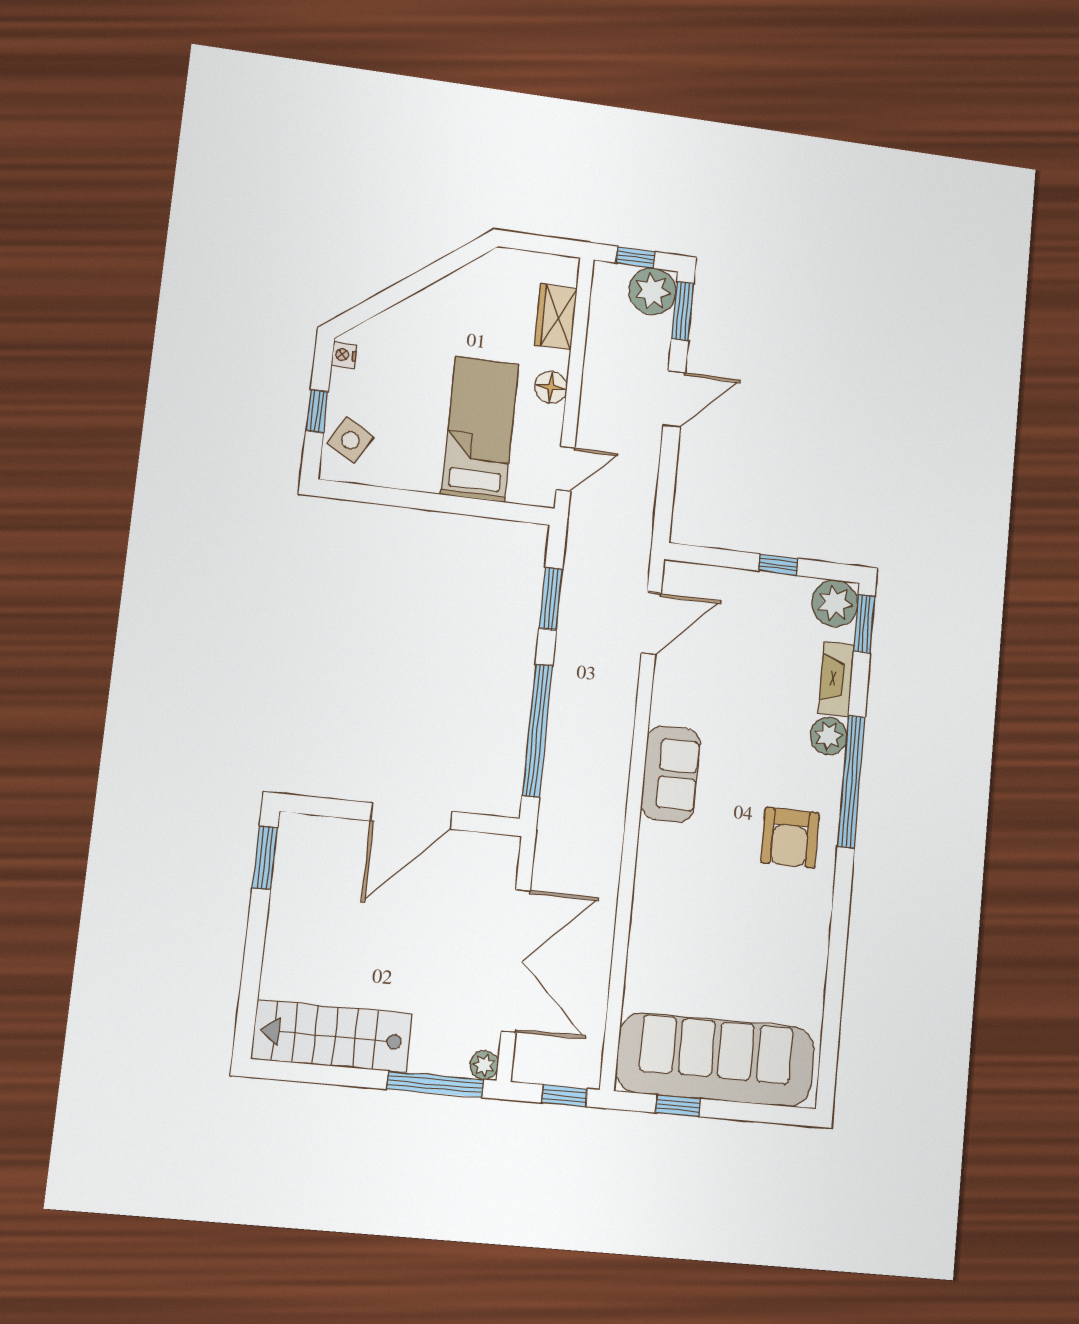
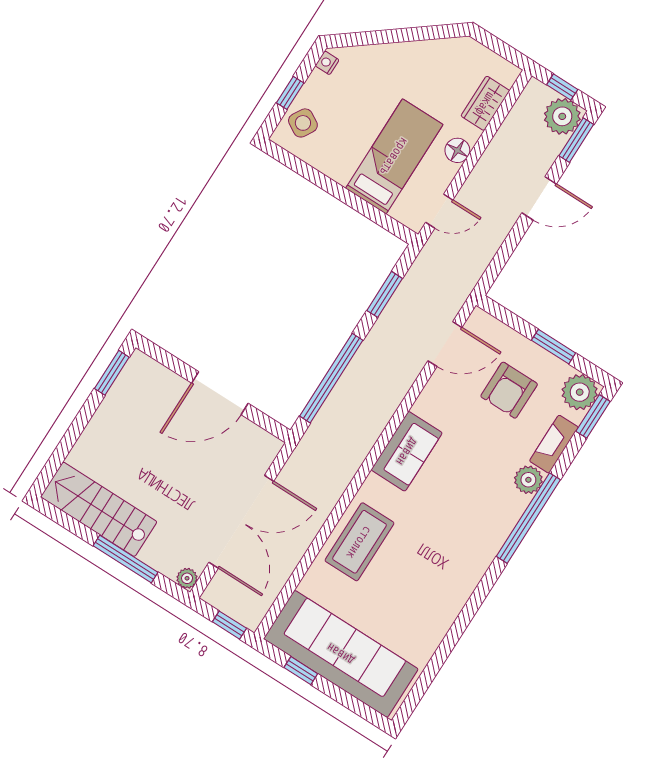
window: (778, 565) -> (554, 347), width x1.50
armchair: (790, 838) -> (509, 390), moved
coffee table: (670, 912) -> (359, 542), added
window: (435, 1084) -> (126, 559), moved

